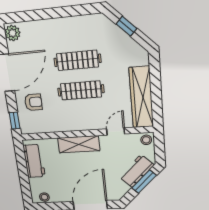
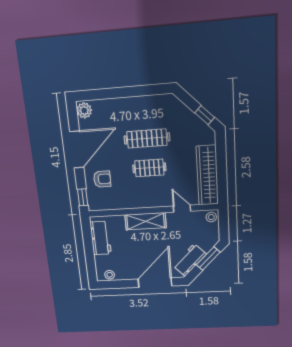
window: (126, 26) -> (205, 115), moved
clothes rail: (81, 90) -> (149, 168), width x0.73
door: (116, 131) -> (182, 209), hinge flipped
workbench: (136, 171) -> (190, 260), moved

